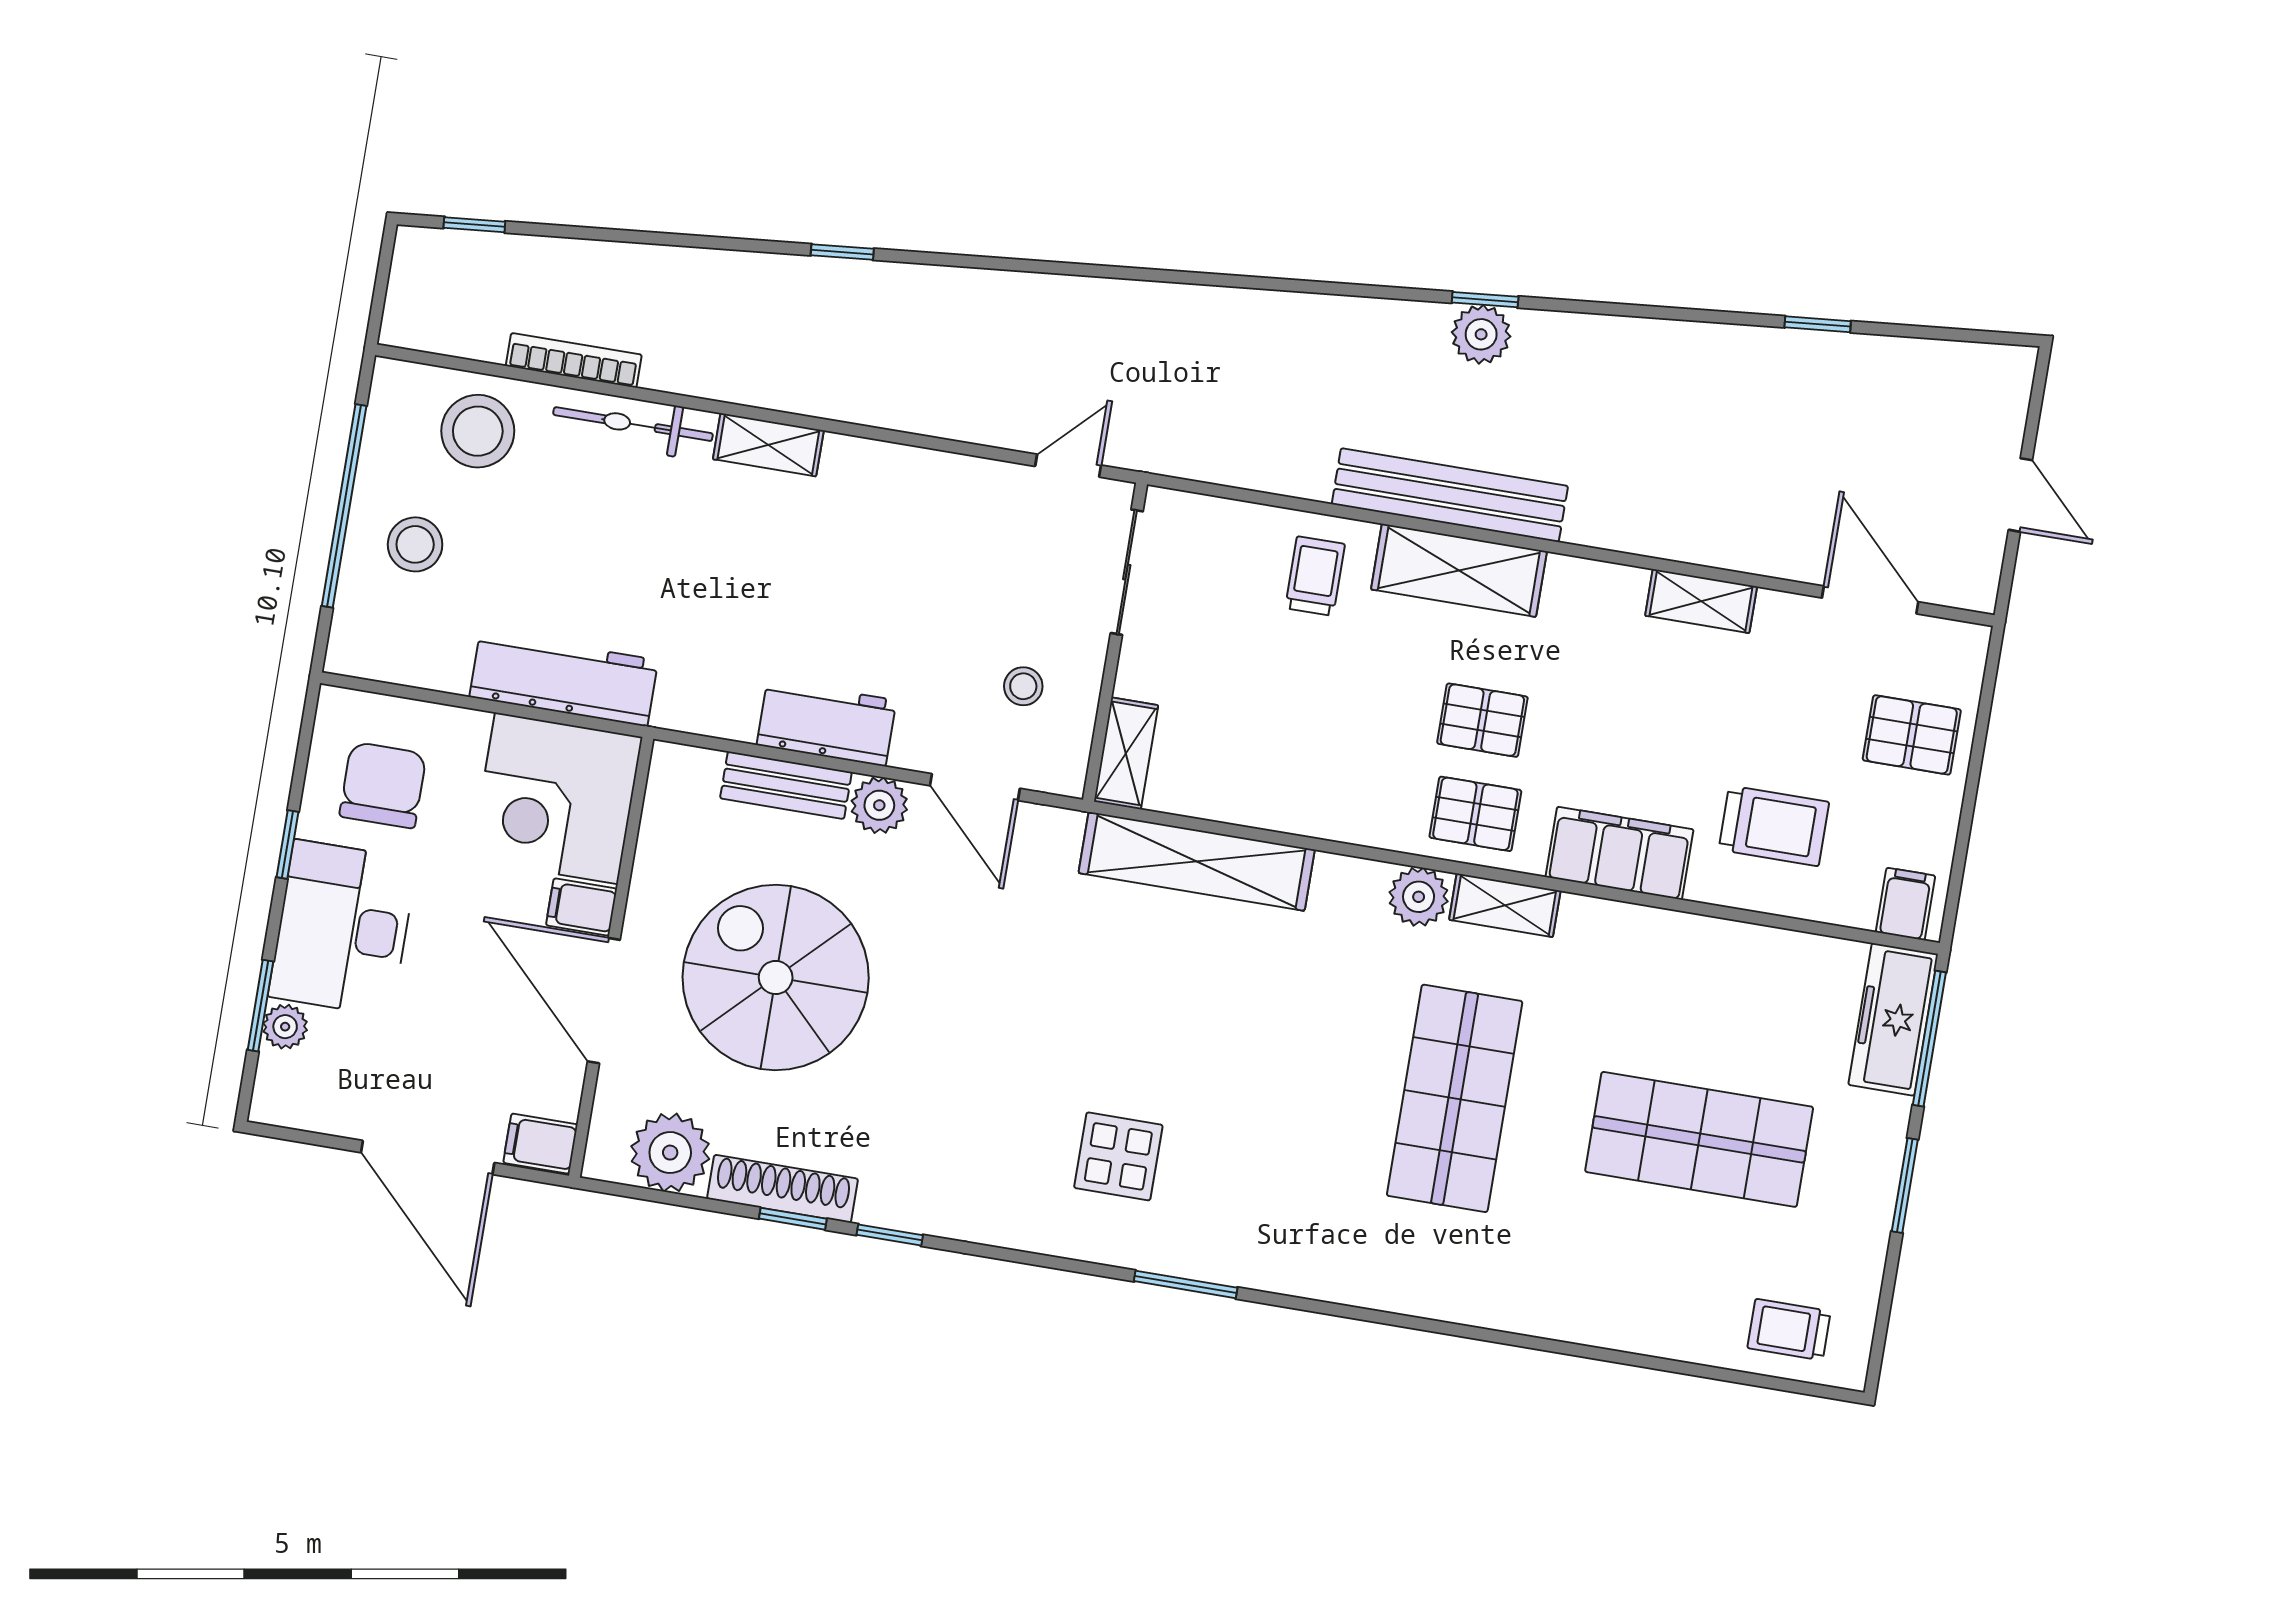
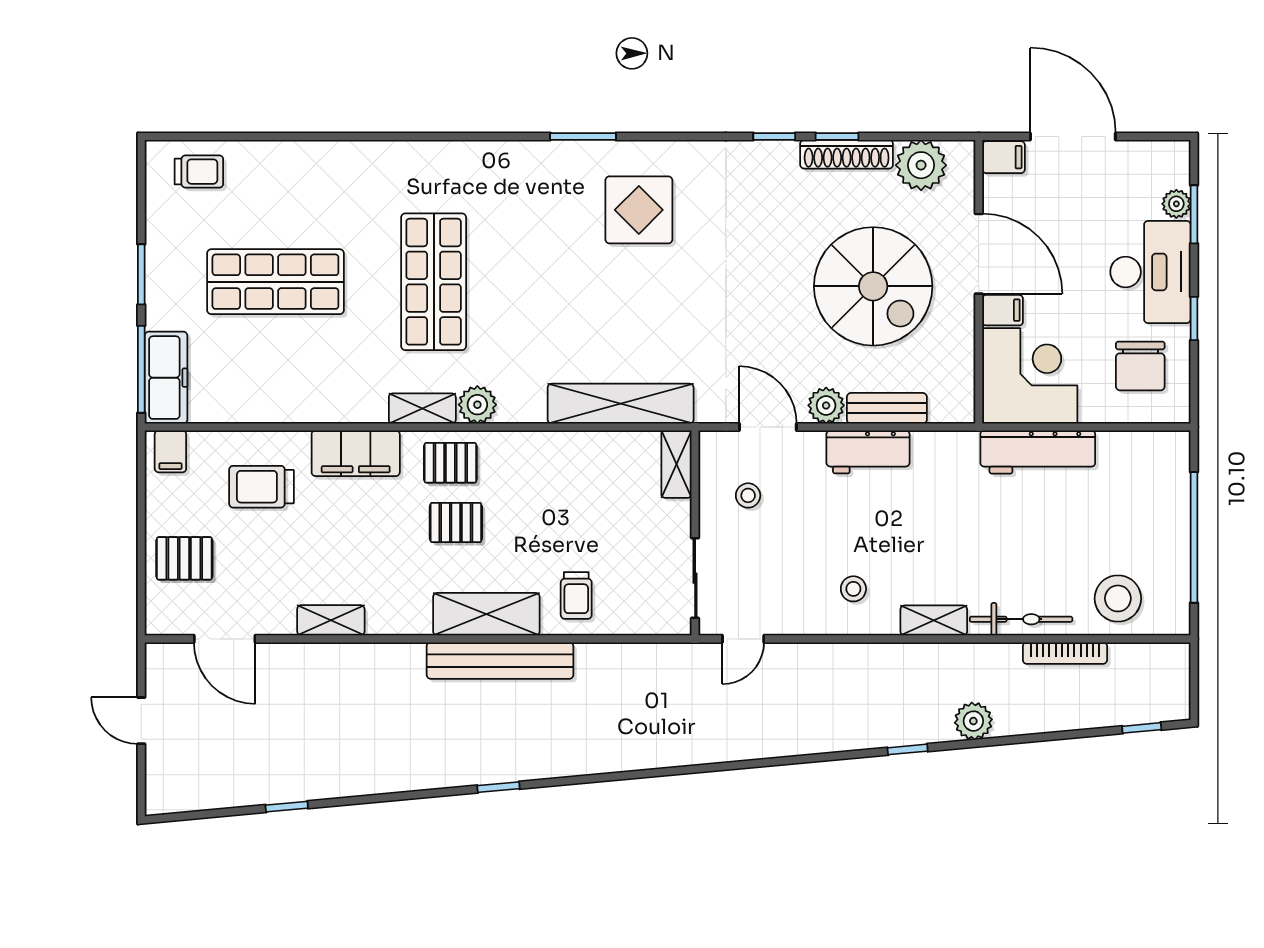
plant: (1481, 334) -> (973, 721), moved
stool: (415, 544) -> (853, 589), moved, width x0.73, depth x0.73
display table: (1118, 1156) -> (639, 210), width x1.36, depth x1.36

